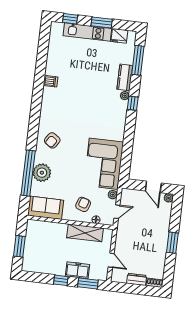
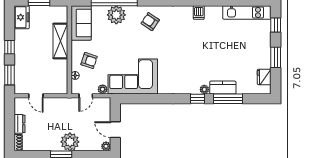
kitchen unit: (87, 32) -> (247, 12), moved, turned -90
window: (138, 60) -> (228, 99), moved
dishwasher: (50, 81) -> (199, 13), moved
door: (153, 187) -> (115, 130), hinge flipped
door: (117, 212) -> (86, 96), hinge flipped
plant: (160, 232) -> (70, 142), added
shelving: (85, 233) -> (60, 41), moved
door: (111, 260) -> (36, 96), hinge flipped
freezer: (77, 270) -> (22, 17), moved

